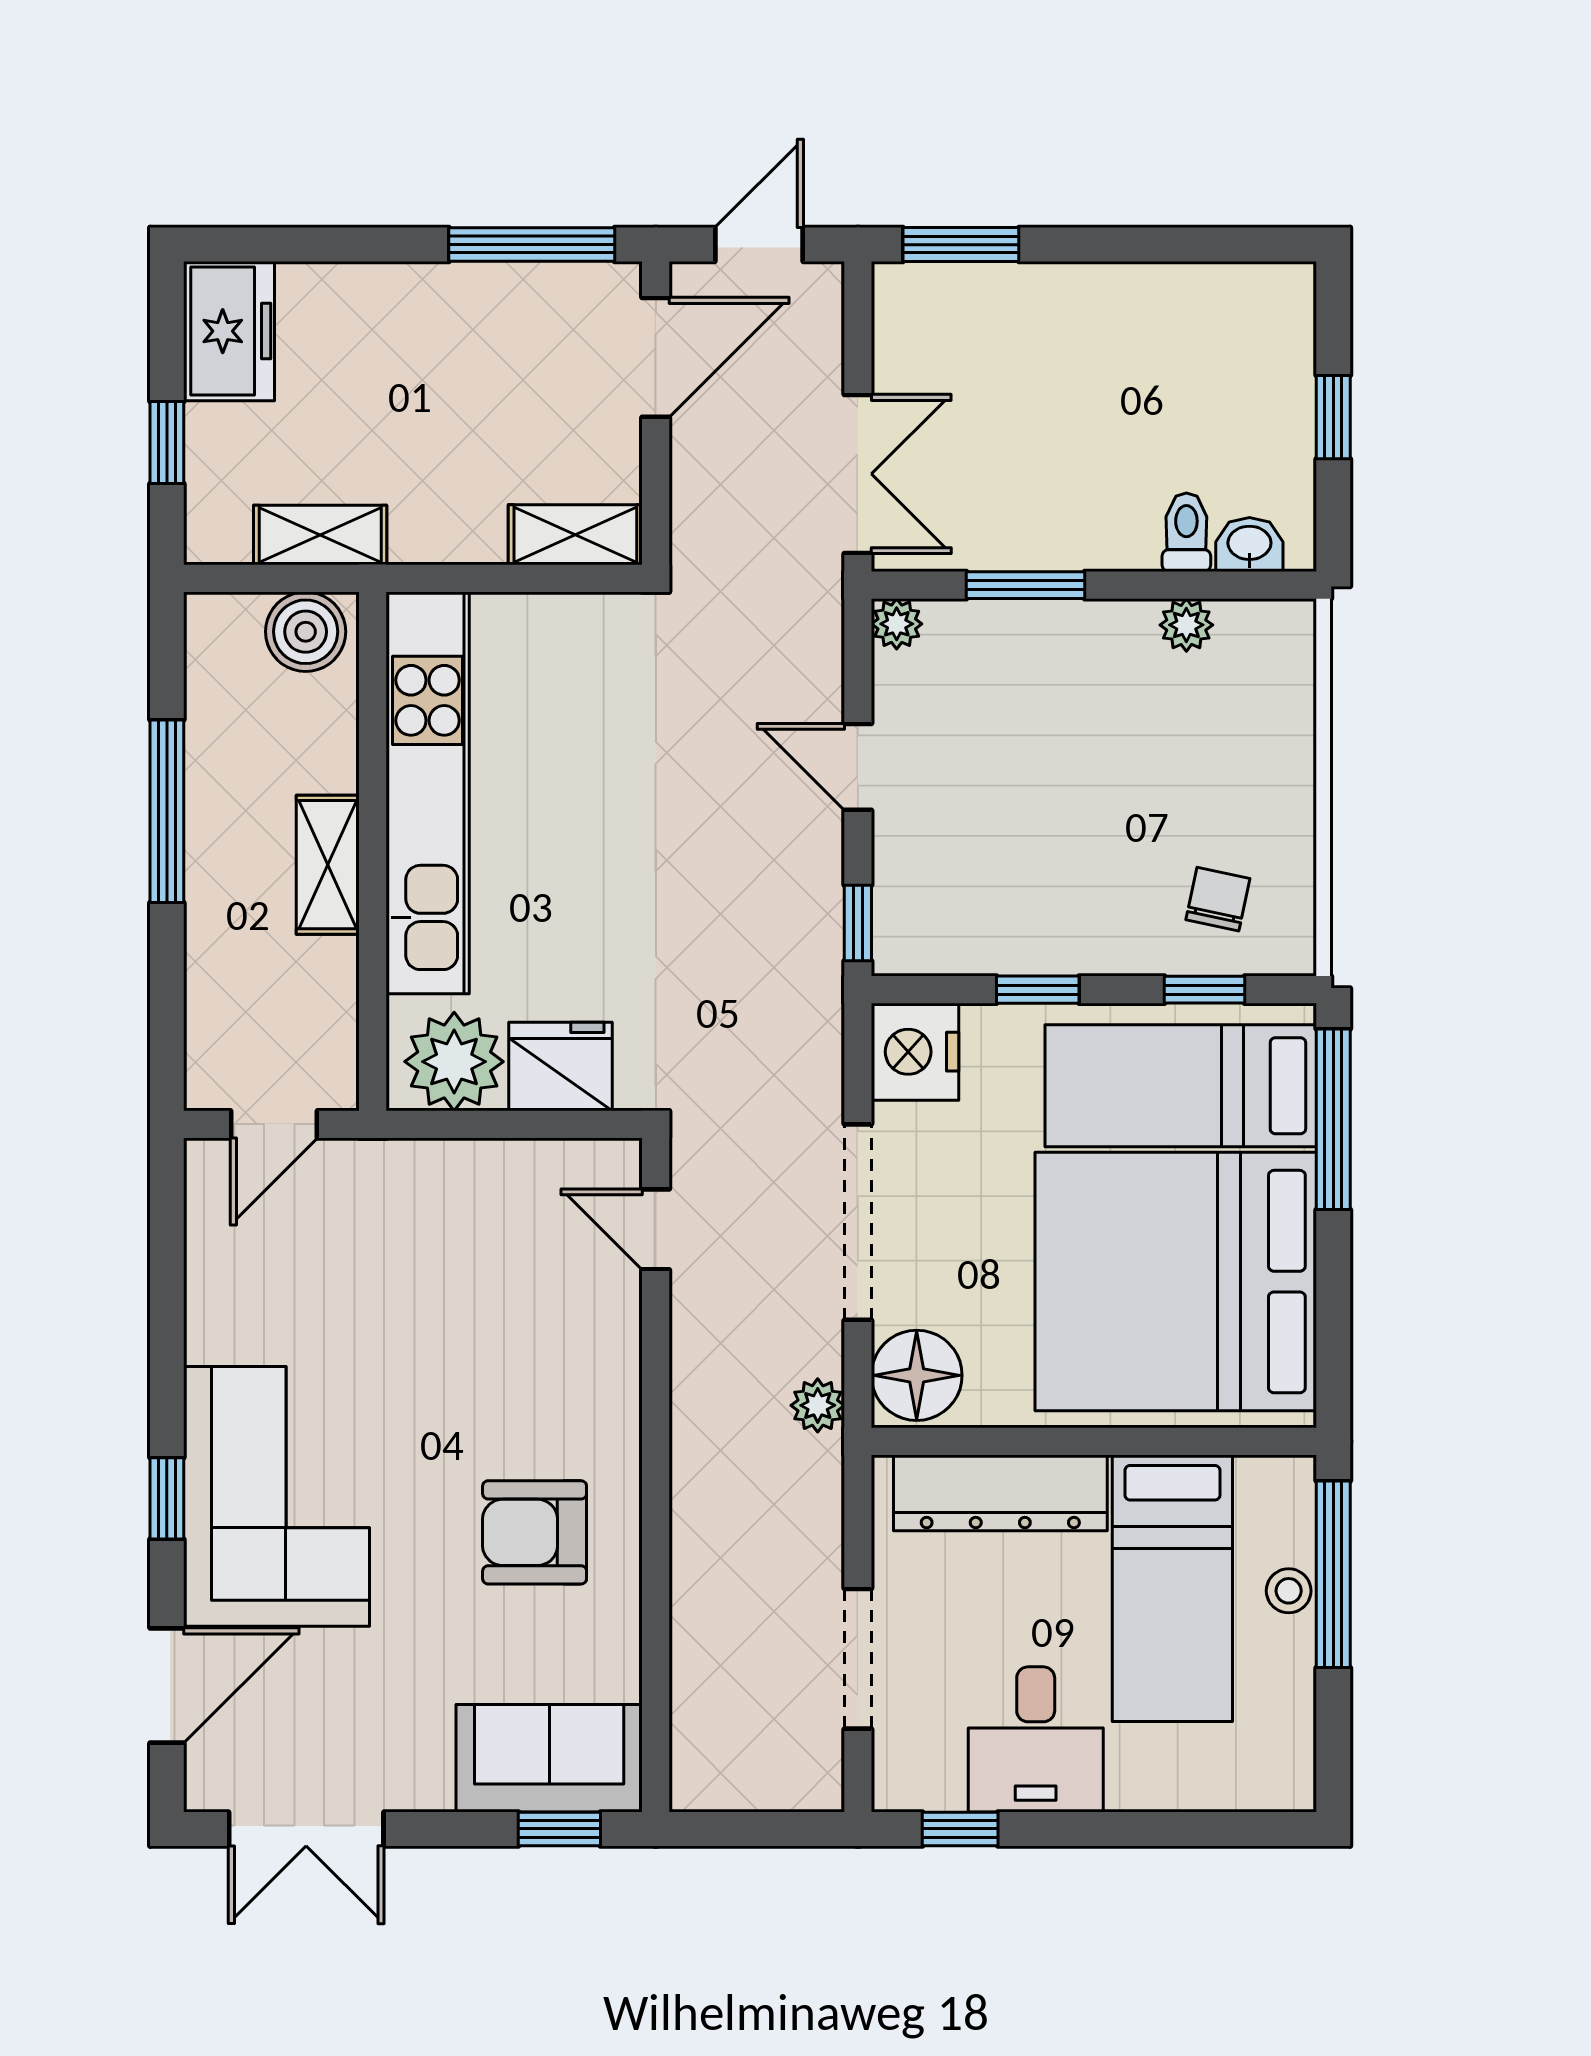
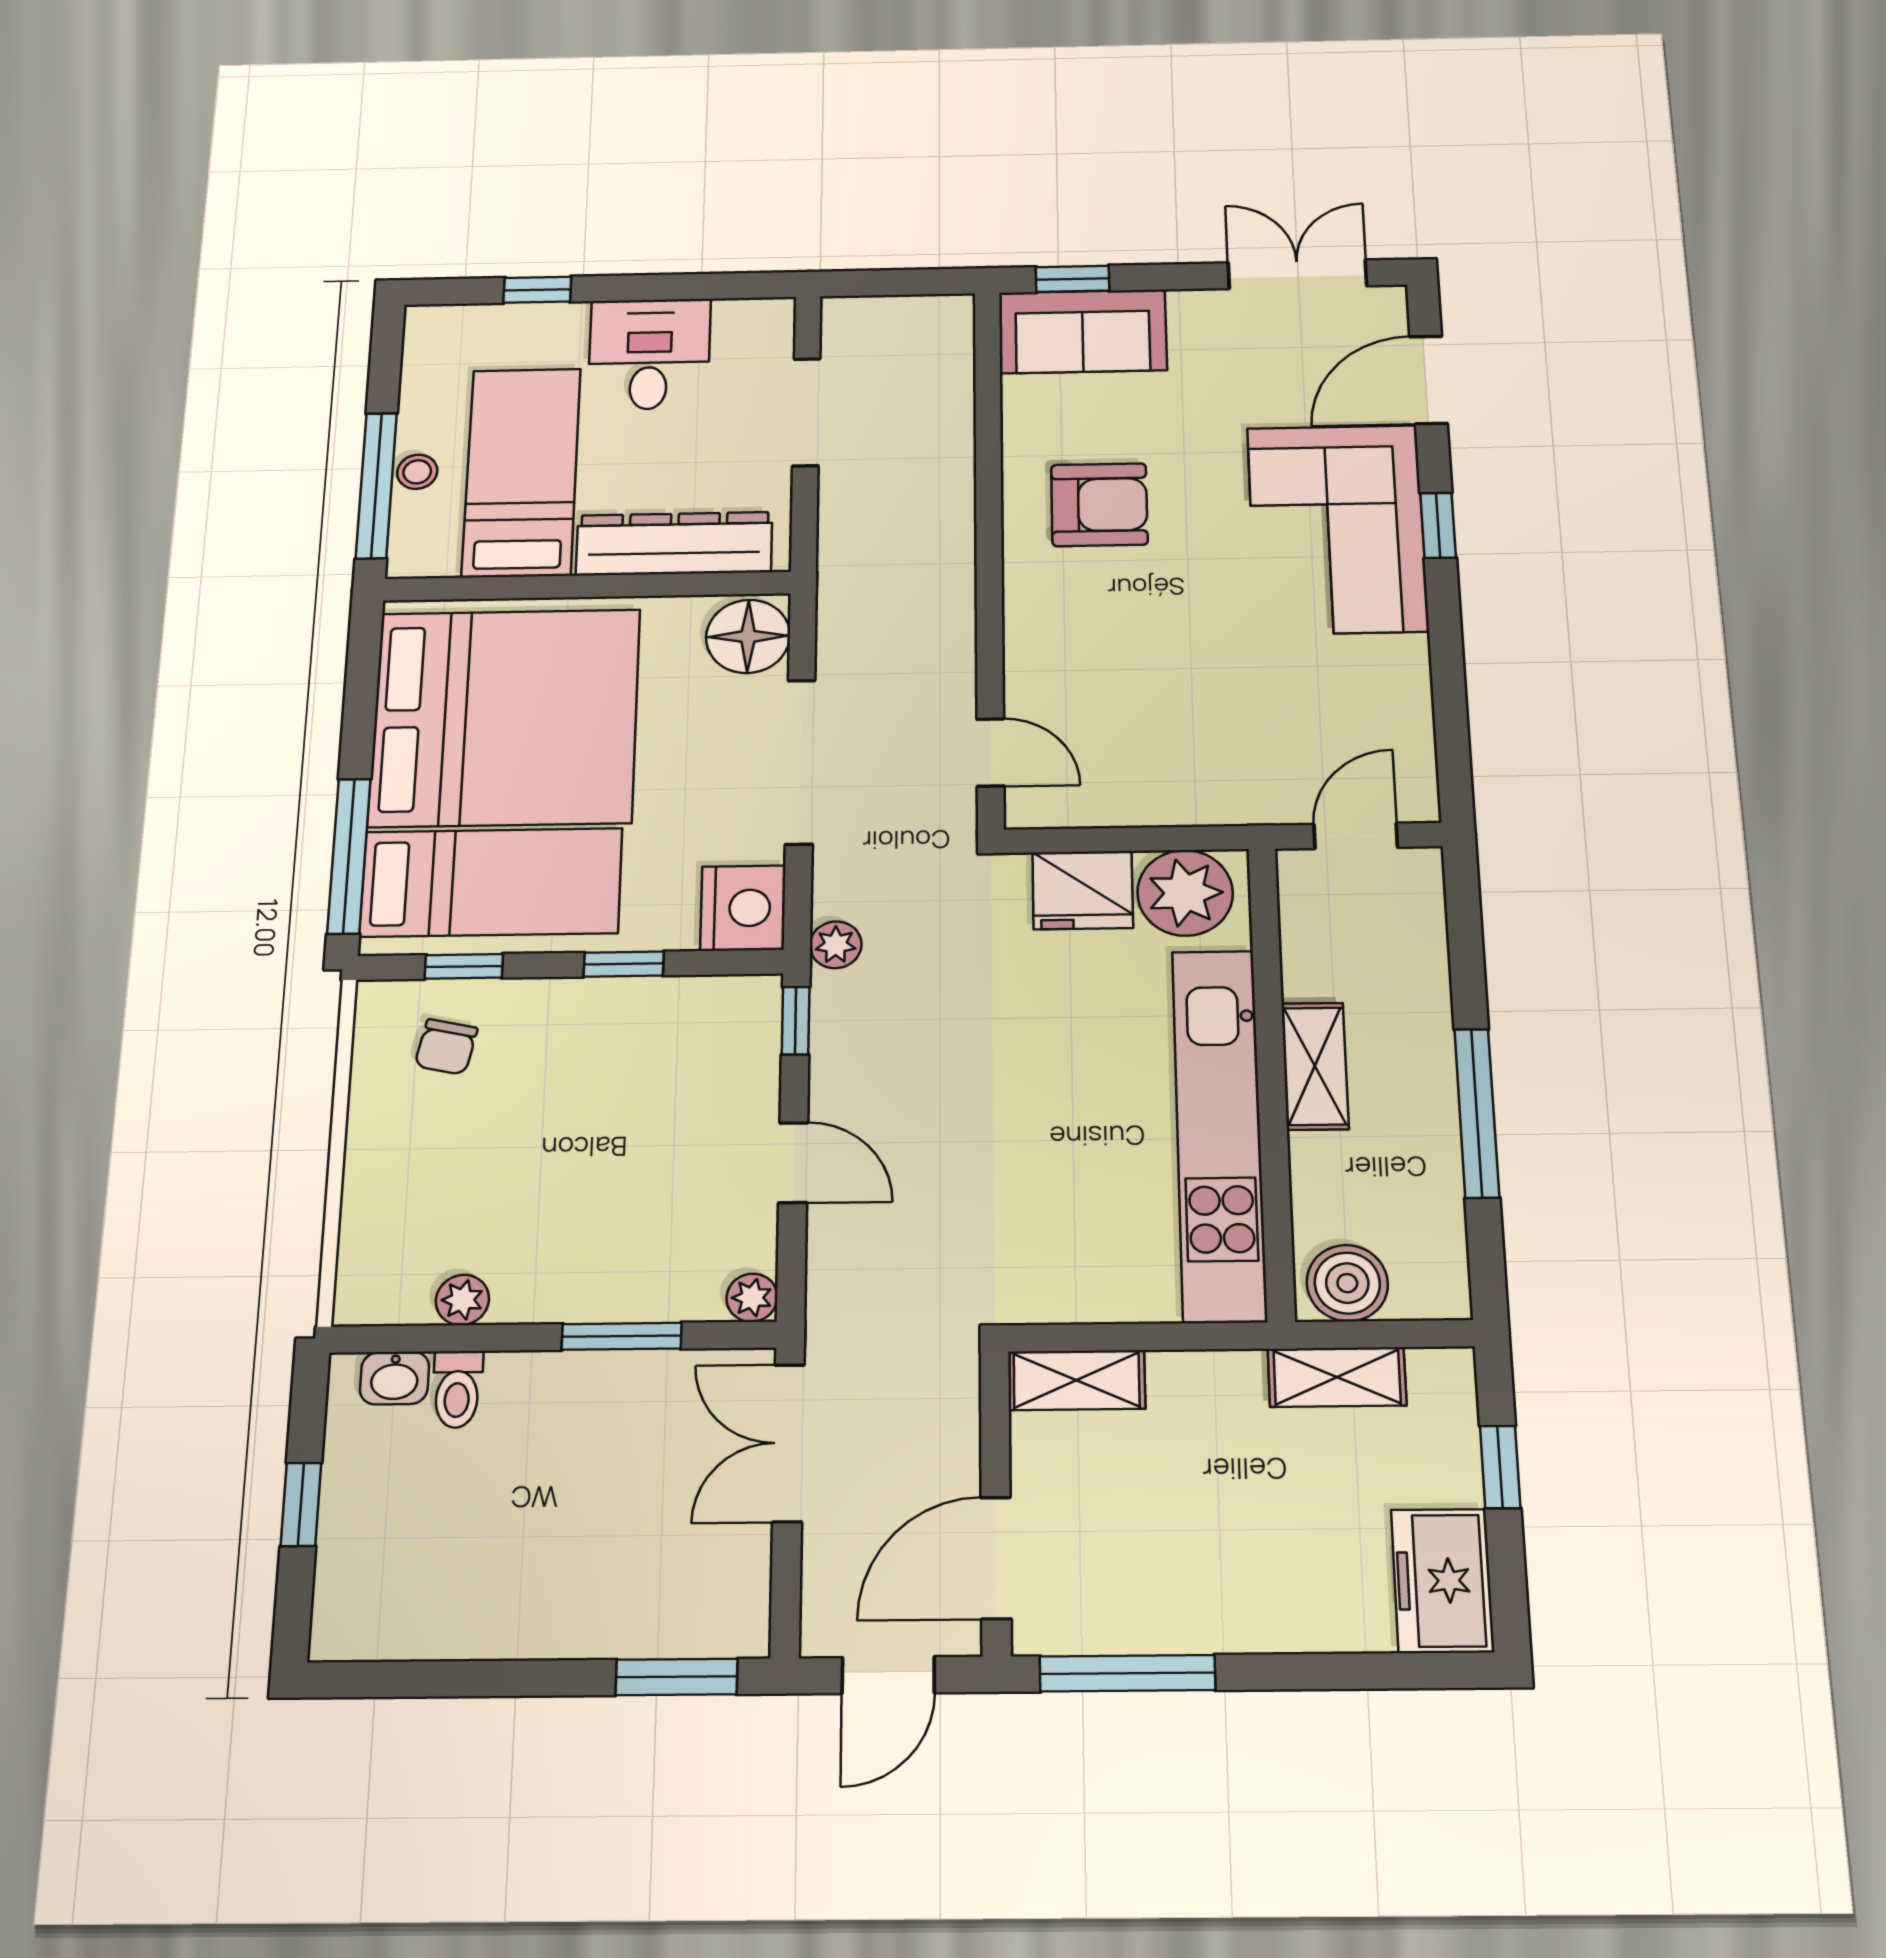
plant: (818, 1405) -> (836, 945), moved
window: (960, 1829) -> (537, 290), moved

